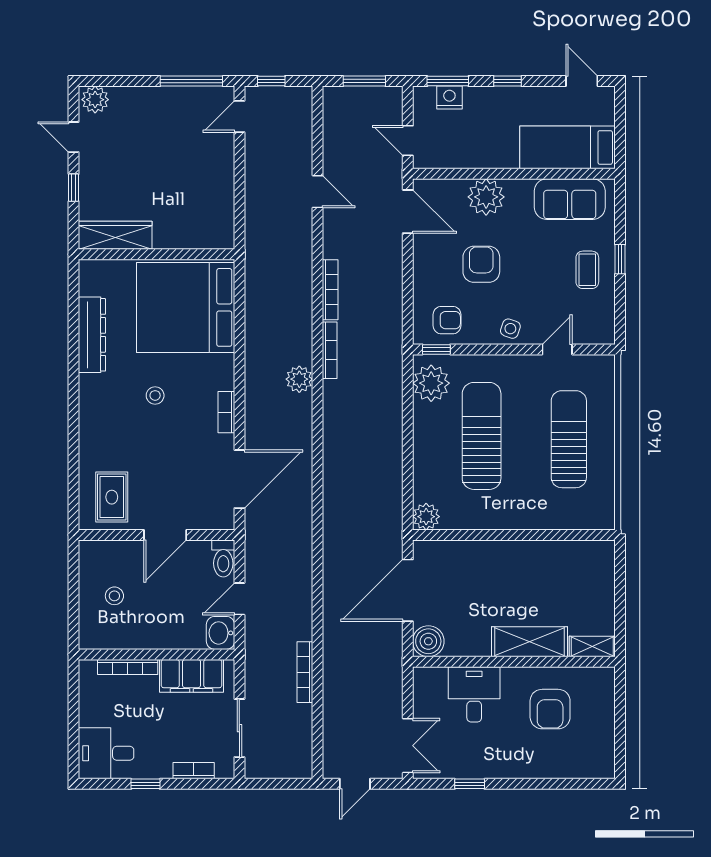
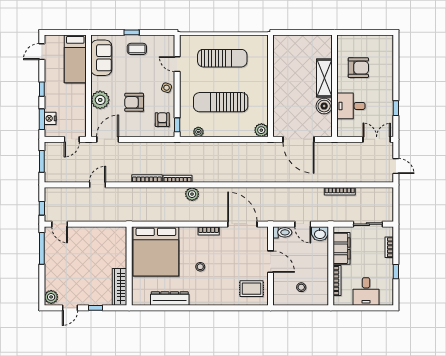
plant: (431, 383) -> (198, 132), width x0.53, depth x0.53
sun lounger: (569, 439) -> (222, 58), turned 180
boiler: (428, 641) -> (324, 106), moved
shelving: (592, 647) -> (327, 46), removed
desk: (106, 753) -> (366, 291), moved

